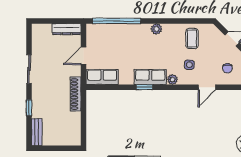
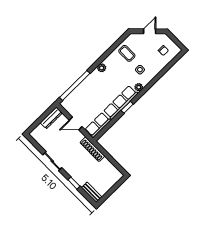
door: (84, 56) -> (76, 123), hinge flipped
row of seats: (150, 77) -> (121, 102), width x1.48
door: (207, 87) -> (162, 72), removed

